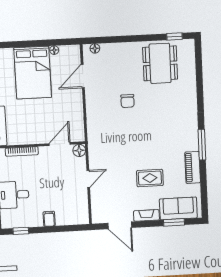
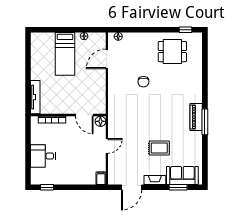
dining table: (160, 63) -> (172, 52), width x0.73
bed: (33, 73) -> (65, 54), width x0.67
door: (60, 144) -> (84, 115), swing flipped
piano: (193, 167) -> (196, 117), moved
filing cabinet: (49, 219) -> (101, 178), moved
door: (120, 225) -> (132, 187), hinge flipped

